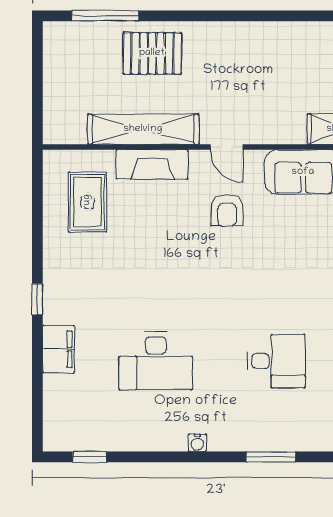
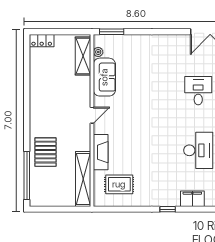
window: (105, 16) -> (27, 175), width x1.46
shelving: (143, 129) -> (83, 179), moved
armchair: (227, 210) -> (123, 115), removed

